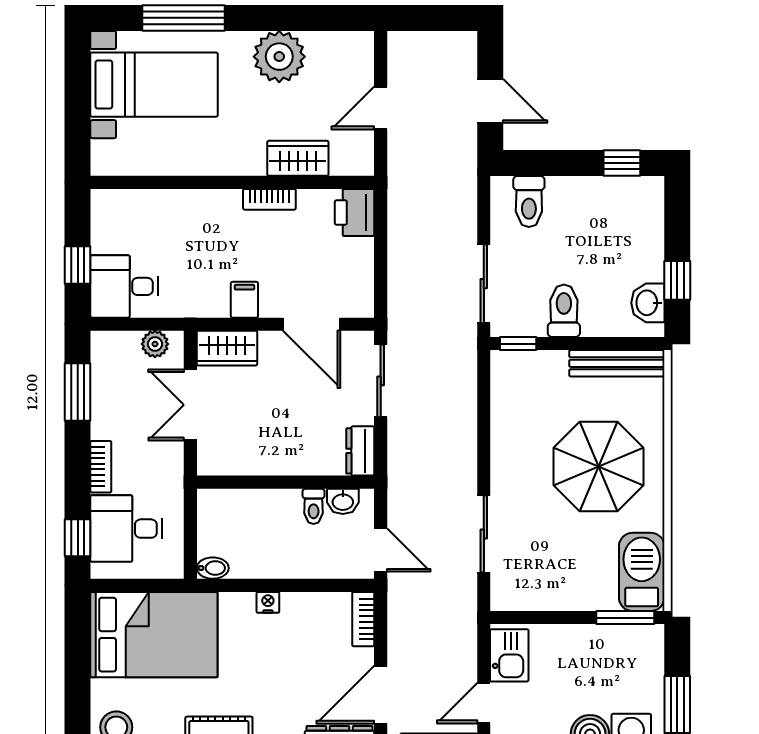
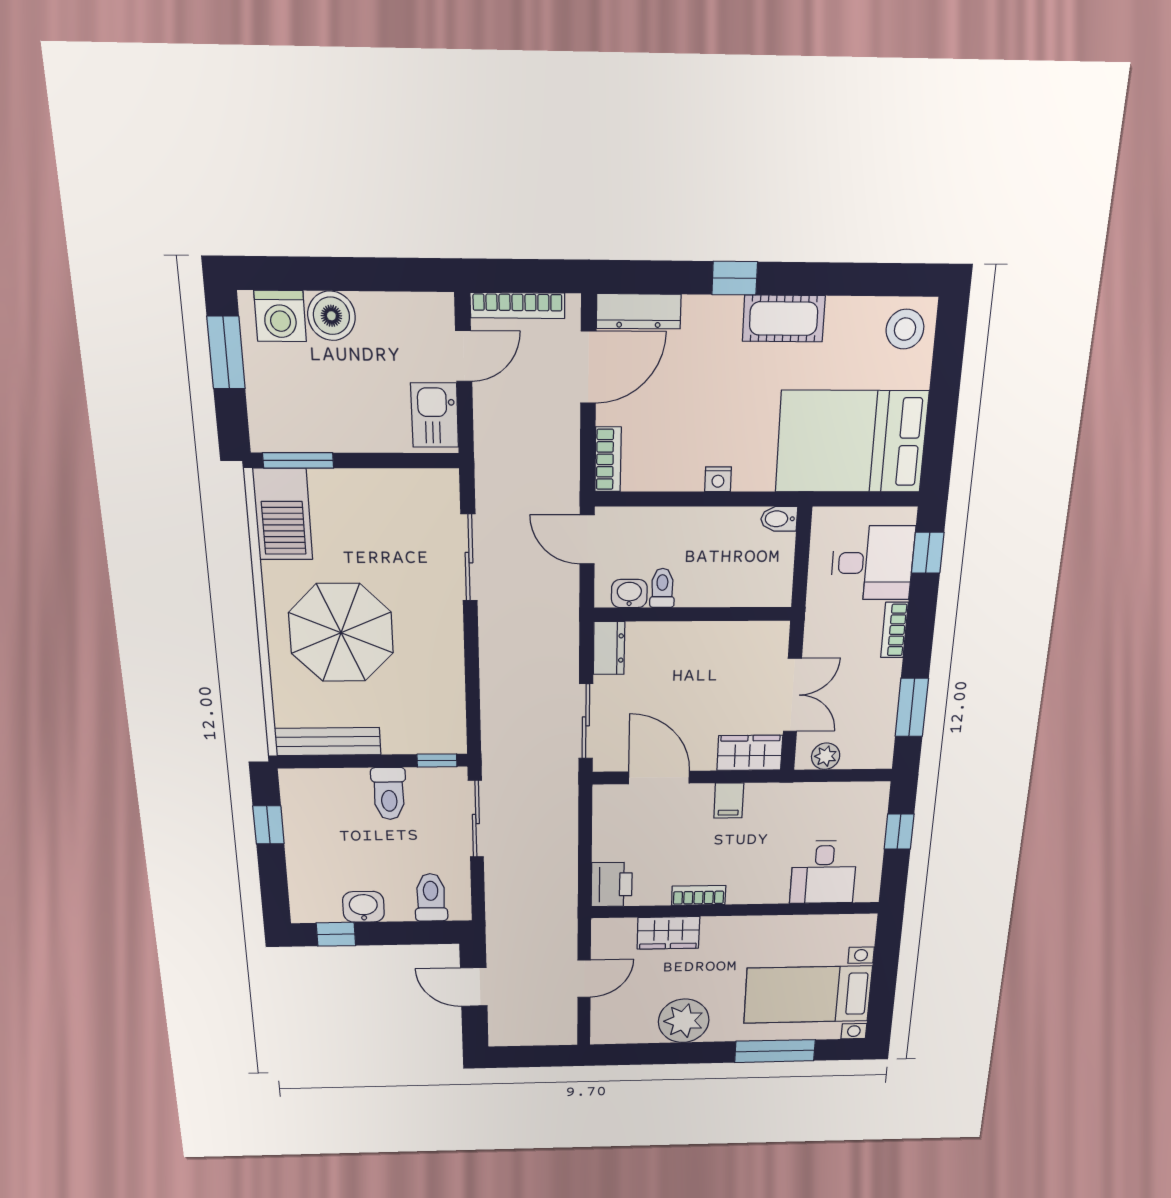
desk: (124, 286) -> (824, 872), moved, turned 90
washbasin: (648, 303) -> (363, 907), moved, turned -90

